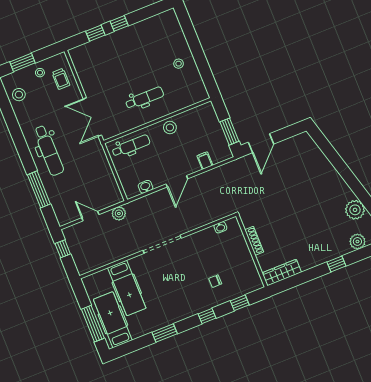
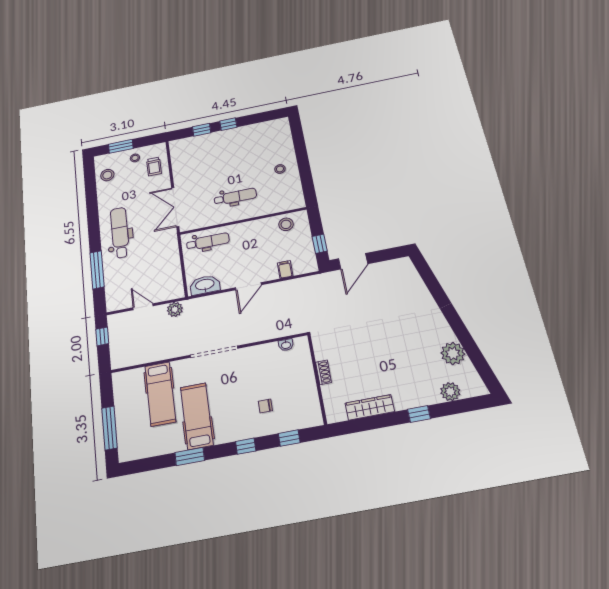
stool: (170, 128) -> (286, 224), moved
window: (229, 132) -> (320, 244), width x0.67
dental chair: (49, 150) -> (120, 233), turned 180
washbasin: (145, 187) -> (205, 285), width x1.91, depth x1.45
shoe rack: (254, 241) -> (323, 372), width x0.70
wardrobe: (282, 273) -> (370, 407), moved
hospital bed: (113, 320) -> (197, 416), moved

